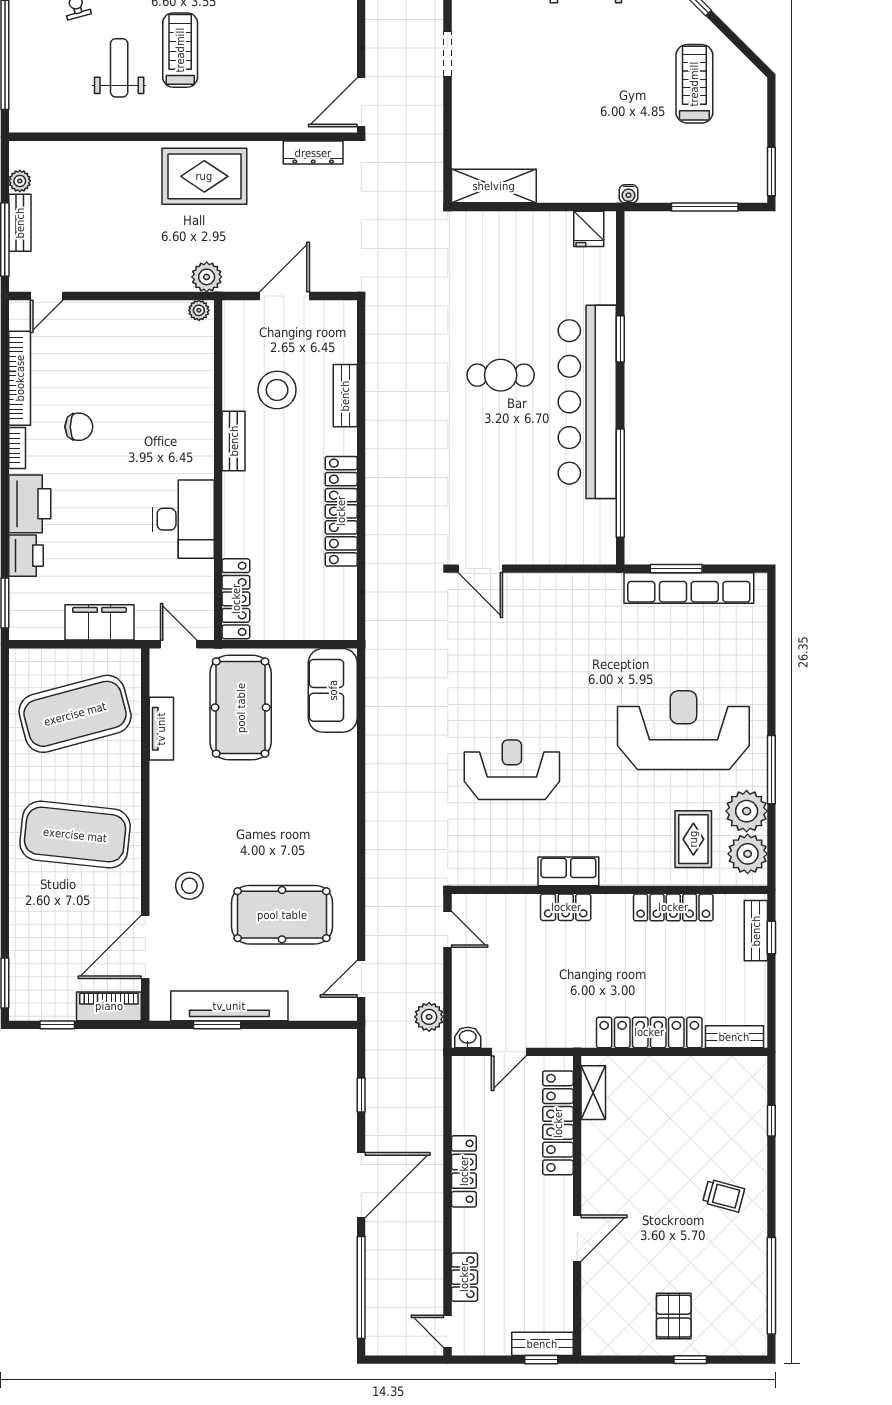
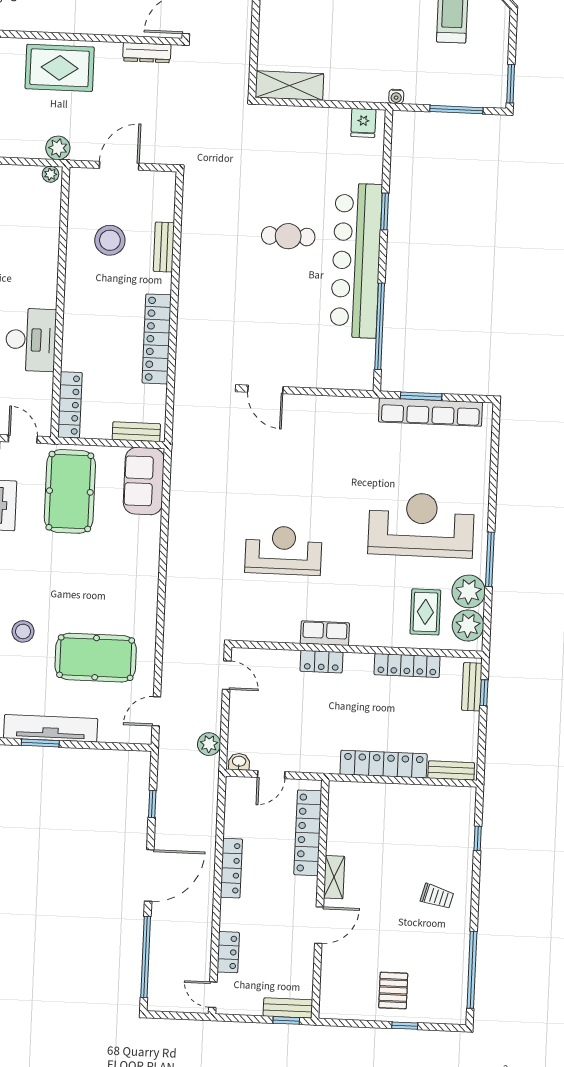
bench: (234, 441) -> (136, 432), moved, turned 90
shelving: (593, 1093) -> (334, 877), moved

